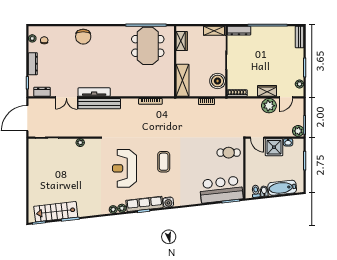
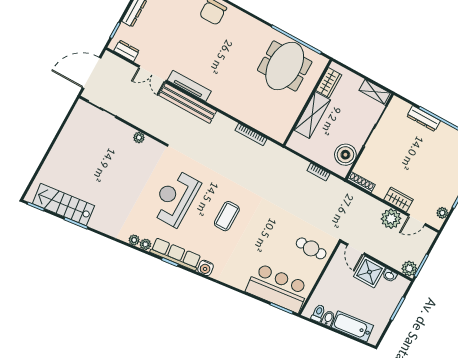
dresser: (239, 31) -> (424, 118), moved
shelving: (183, 80) -> (312, 115), moved

